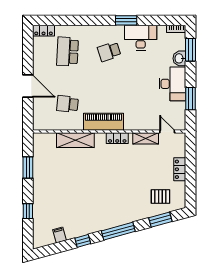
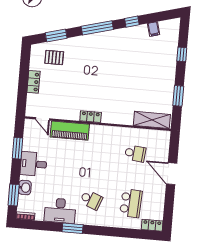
school desk: (109, 52) -> (91, 200), turned 39
desk: (172, 84) -> (34, 164), width x0.73
piano: (104, 122) -> (70, 131), moved
shelving: (146, 138) -> (64, 114), removed
shelving: (75, 140) -> (152, 120), moved

